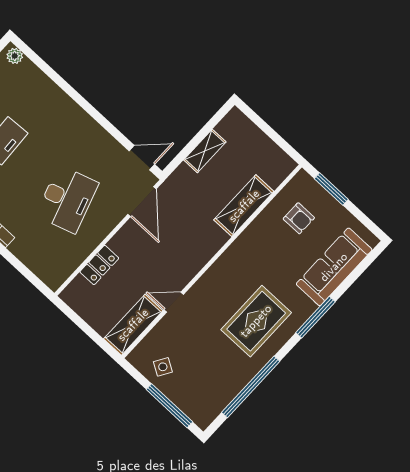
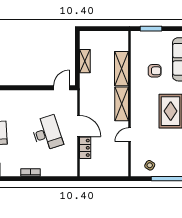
door: (142, 202) -> (78, 126), moved
armchair: (299, 218) -> (155, 71), moved
shelving: (133, 325) -> (122, 104), moved

